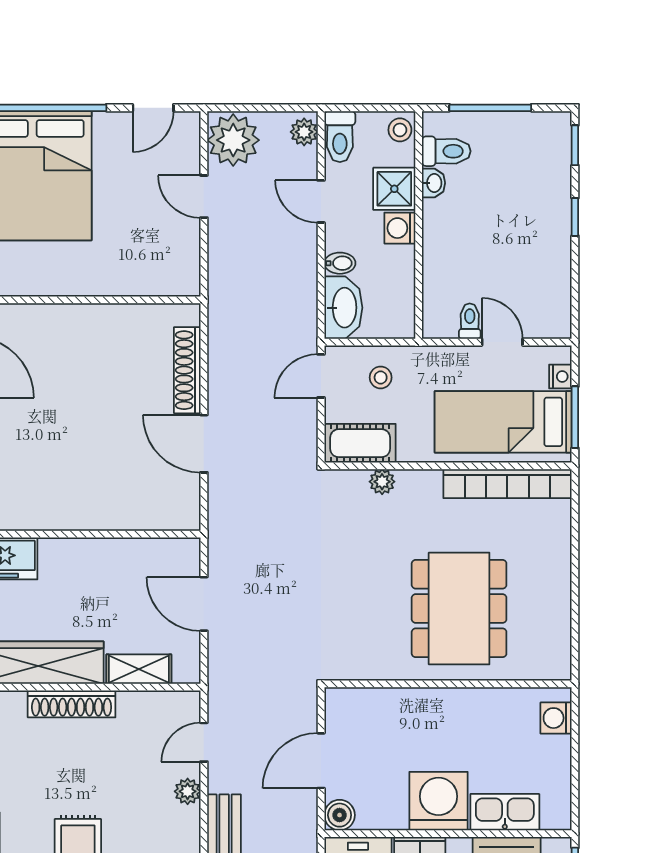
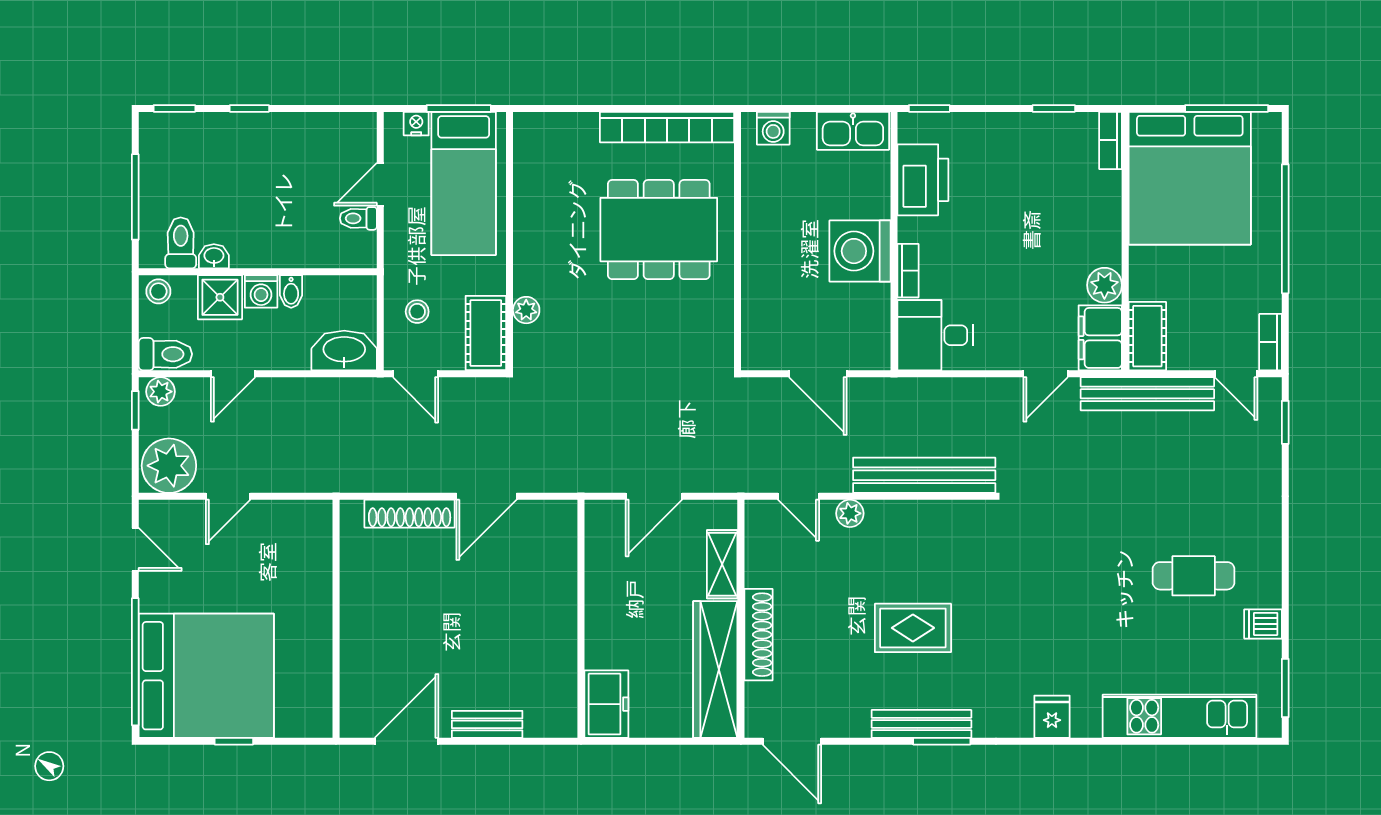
window: (286, 108) -> (135, 410), added
bidet: (340, 263) -> (291, 291), moved, turned 180
bookcase: (507, 484) -> (667, 127), moved, turned 90
kitchen sink: (505, 812) -> (853, 131), moved, turned -90
boiler: (340, 815) -> (875, 354), removed

